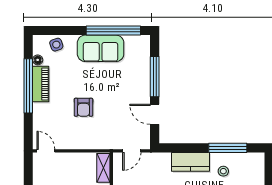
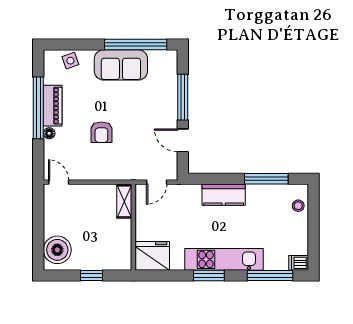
floor lamp: (38, 60) -> (49, 133), moved
stool: (223, 171) -> (298, 206), moved

